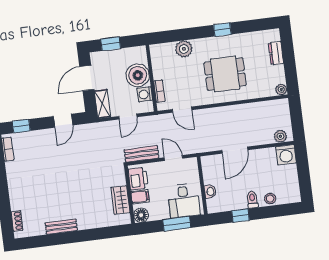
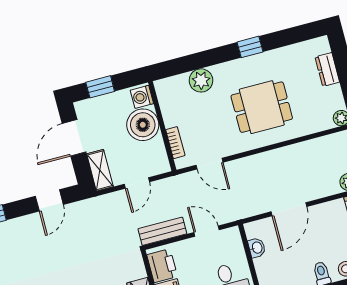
washing machine: (145, 94) -> (142, 97), moved
washbasin: (210, 191) -> (257, 248), moved

